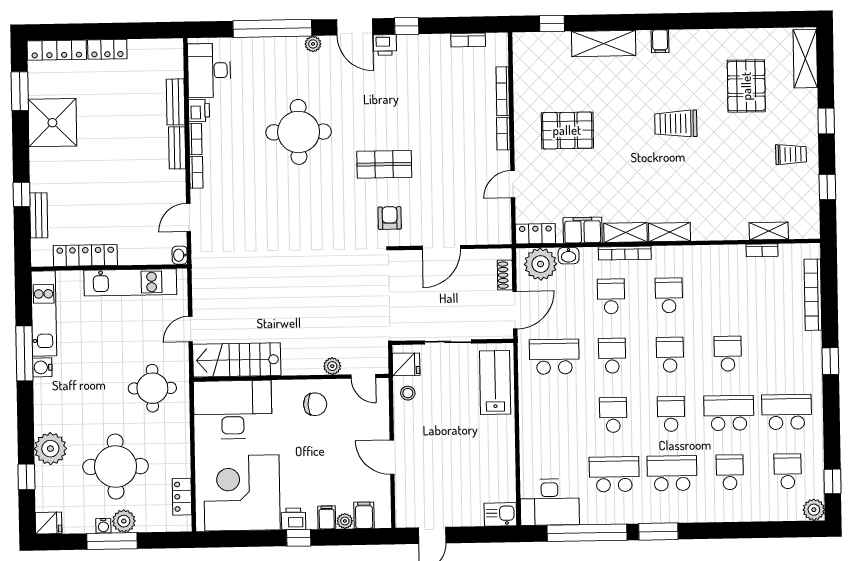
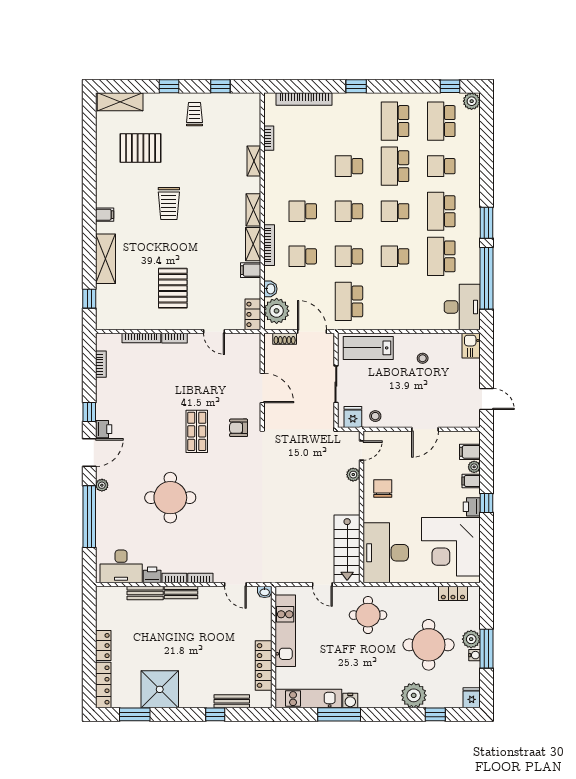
filing cabinet: (583, 230) -> (251, 270), width x0.50
shelving: (769, 231) -> (254, 161), moved
stool: (483, 452) -> (423, 358), added
school desk: (788, 471) -> (441, 121), width x1.85

